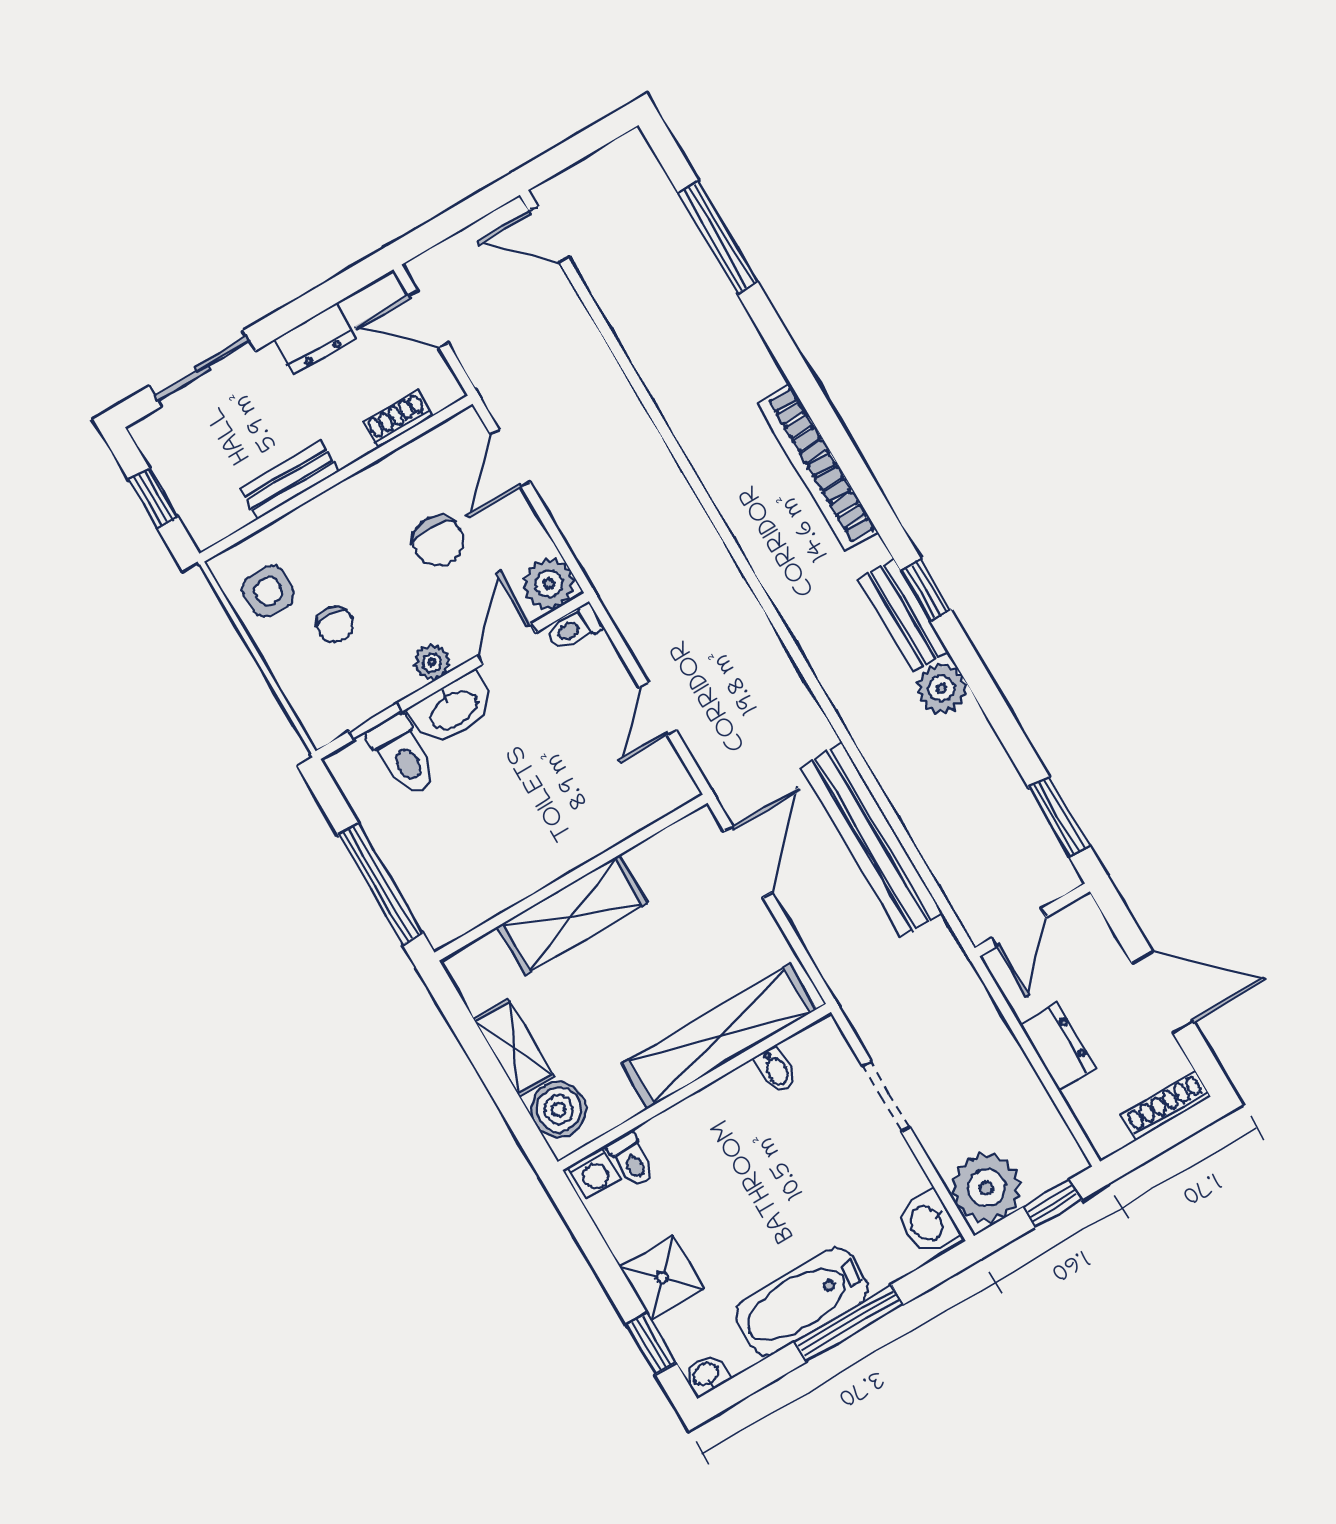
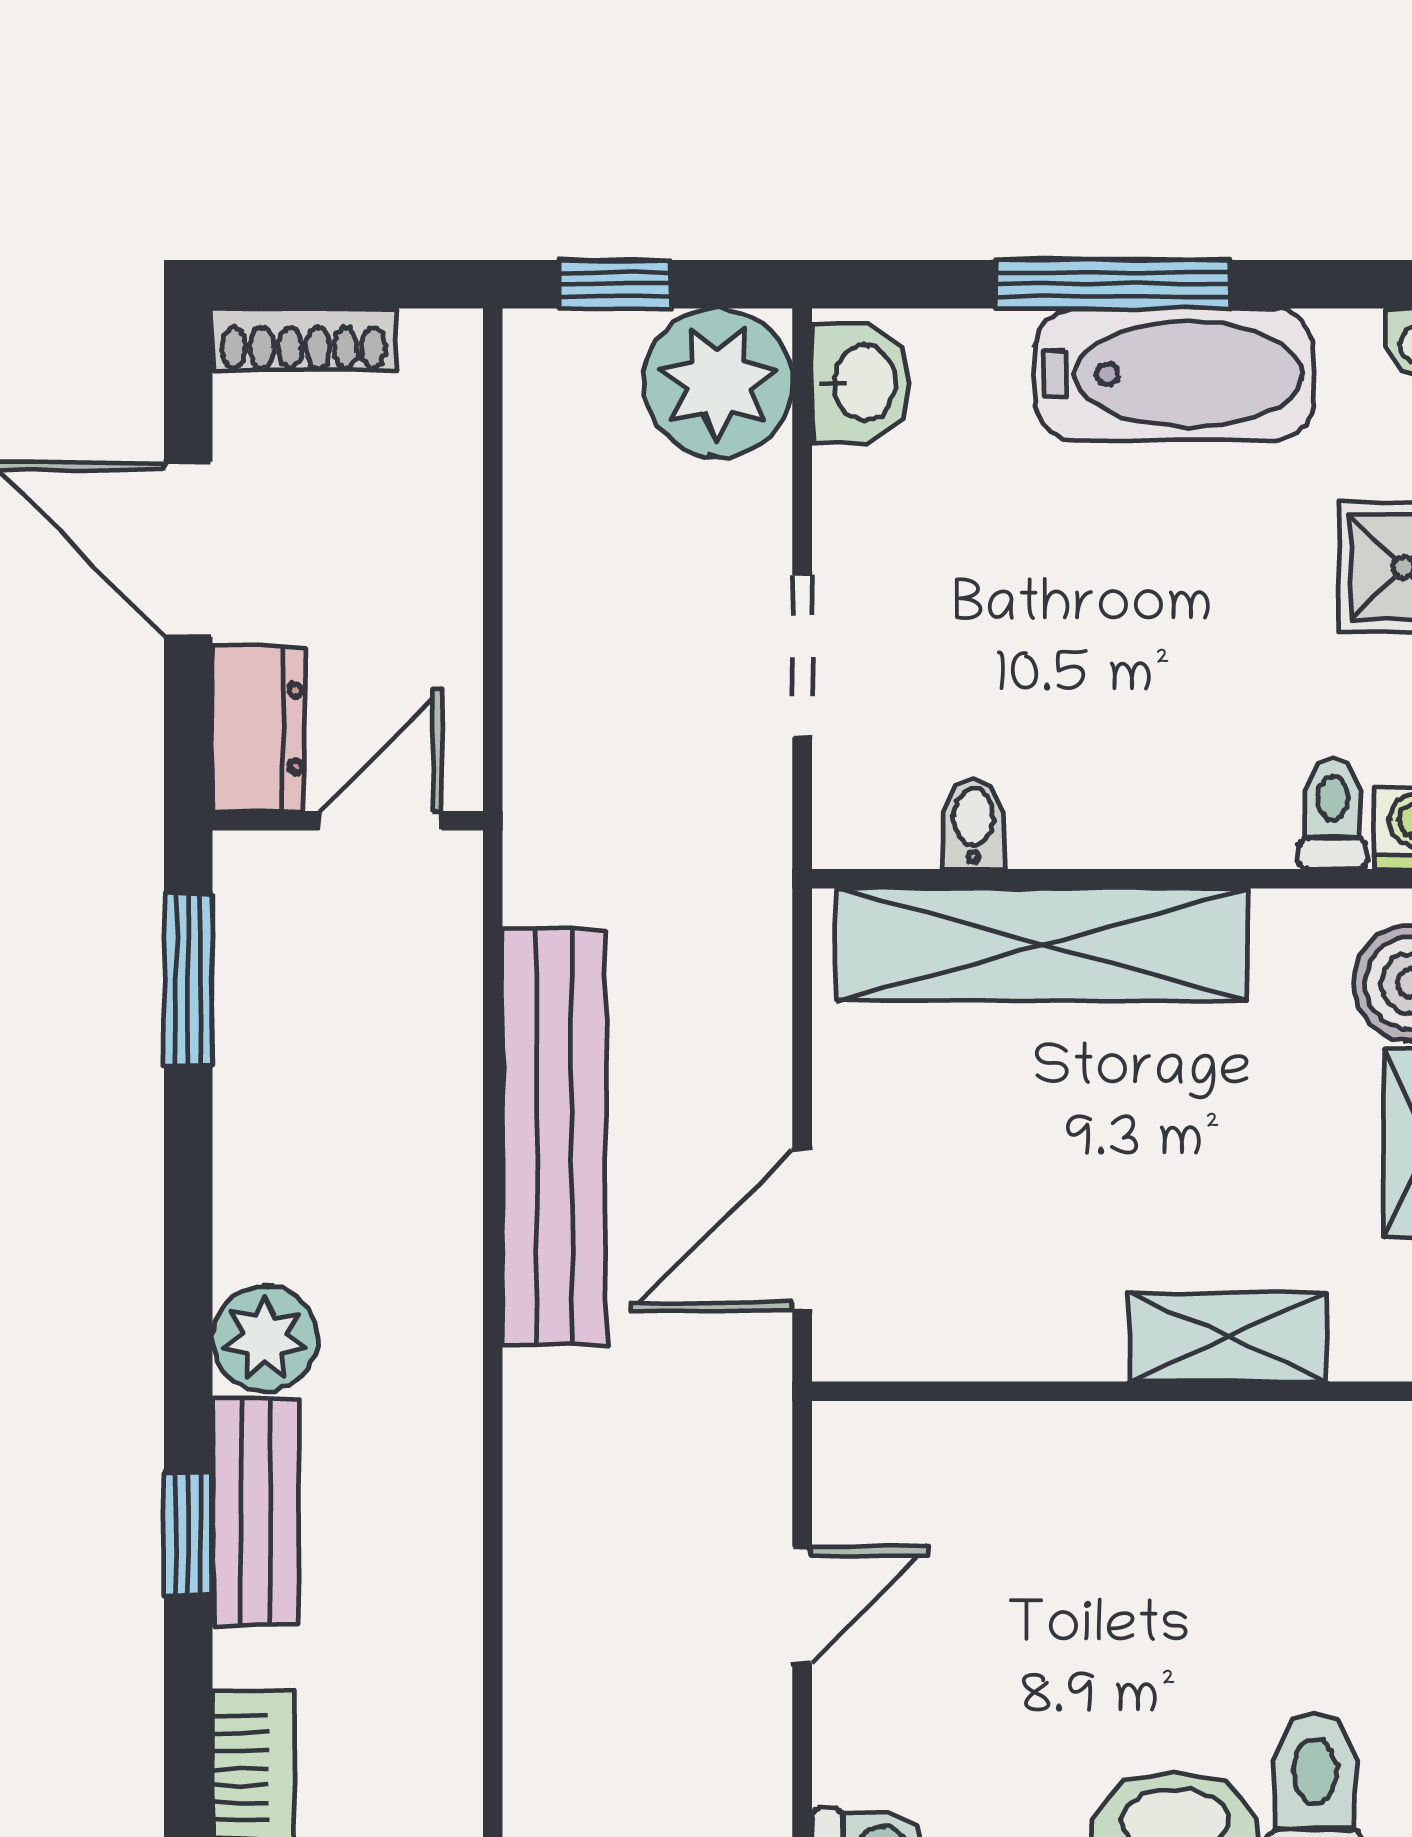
shelving: (572, 915) -> (1228, 1337), width x0.67, depth x0.75
dresser: (1058, 1046) -> (259, 729), moved, turned 180

